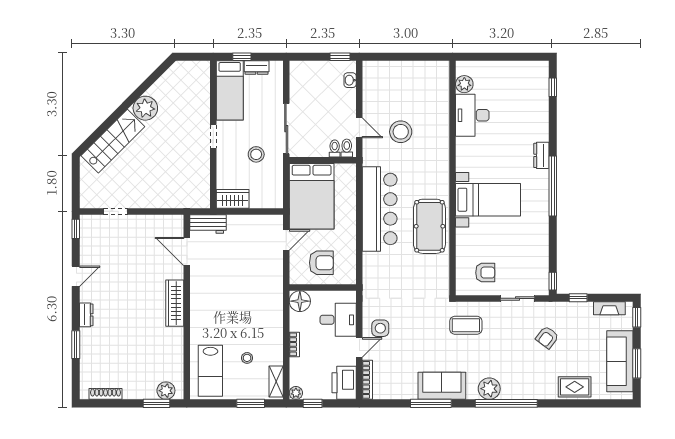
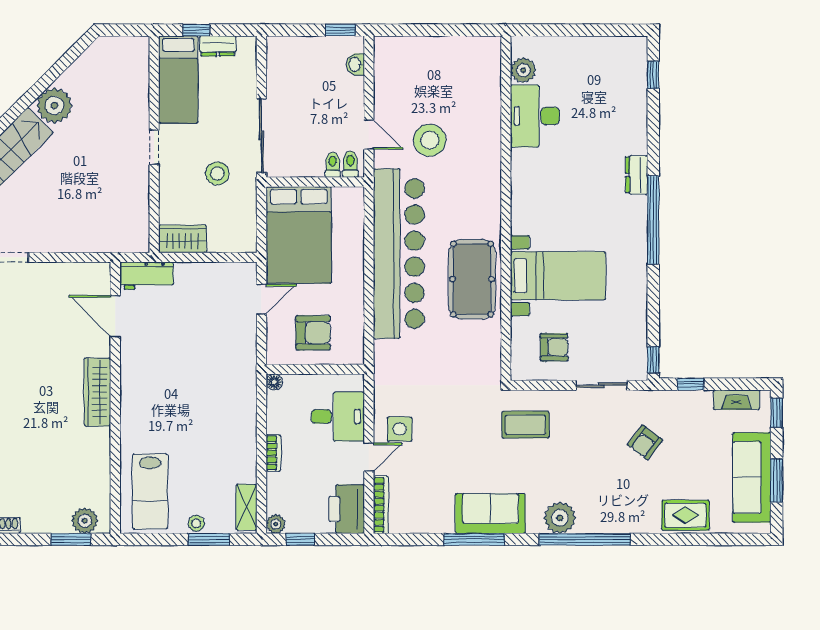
bed with nightstands: (488, 200) -> (558, 276), moved
bar counter: (380, 209) -> (399, 254), width x1.36
floor lamp: (300, 301) -> (274, 382), width x0.53, depth x0.53
stool: (247, 358) -> (196, 523), moved

